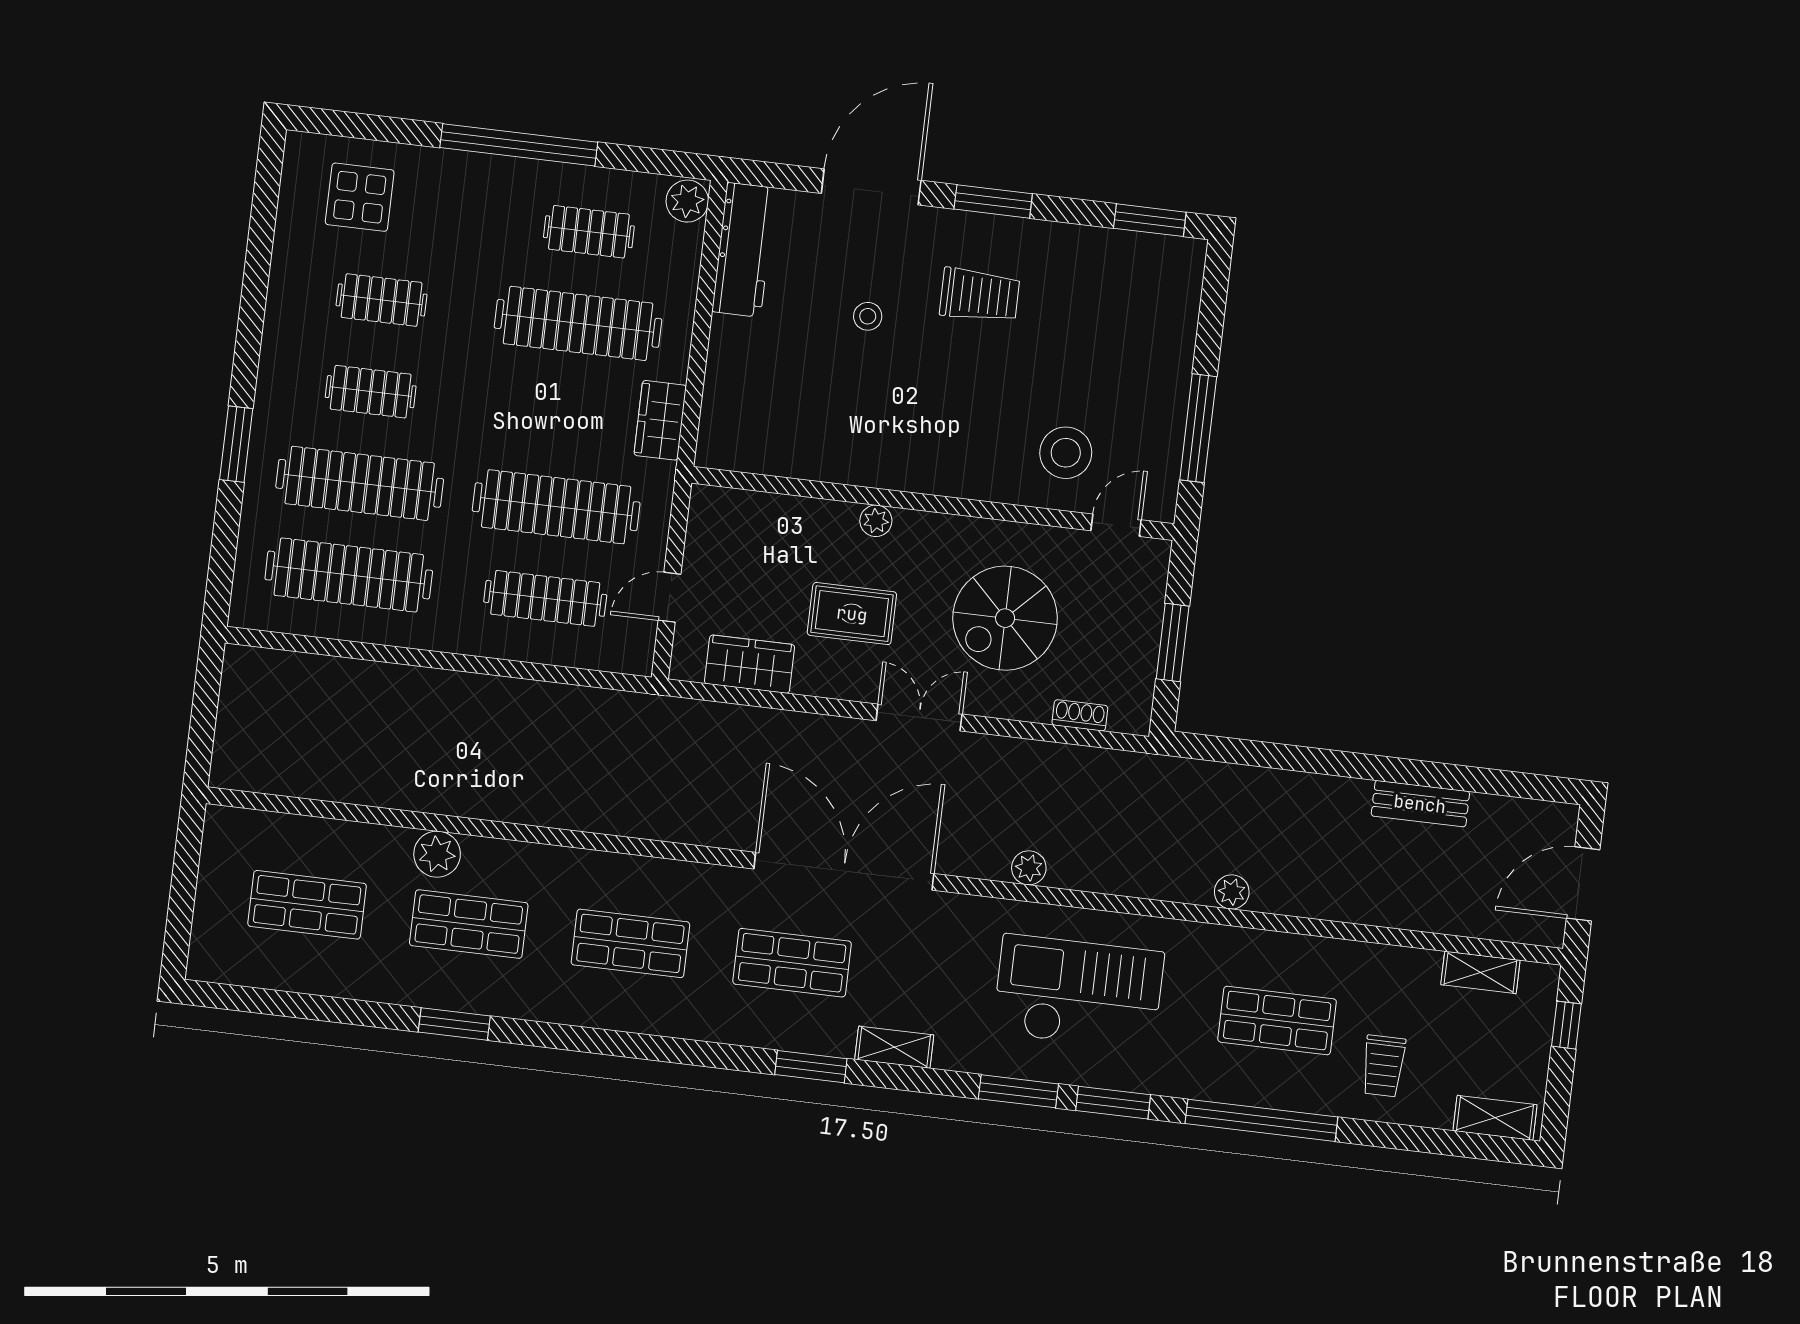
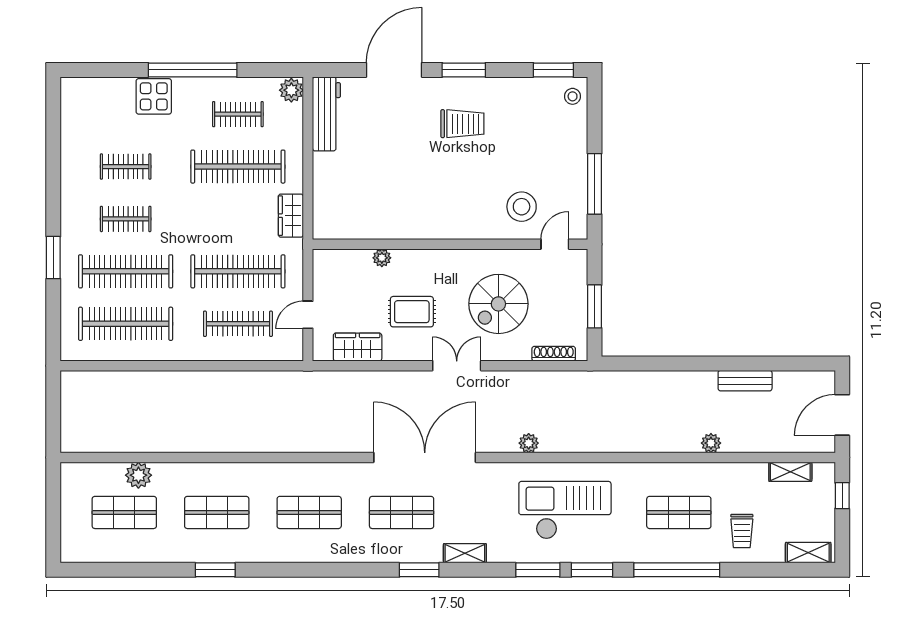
display table: (360, 197) -> (154, 96), moved
stool: (868, 316) -> (573, 96), moved
plant: (876, 521) -> (382, 258), moved
shoe rack: (1080, 715) -> (554, 354), width x1.43
plant: (437, 854) -> (138, 475), moved
plant: (1232, 892) -> (711, 443), moved

